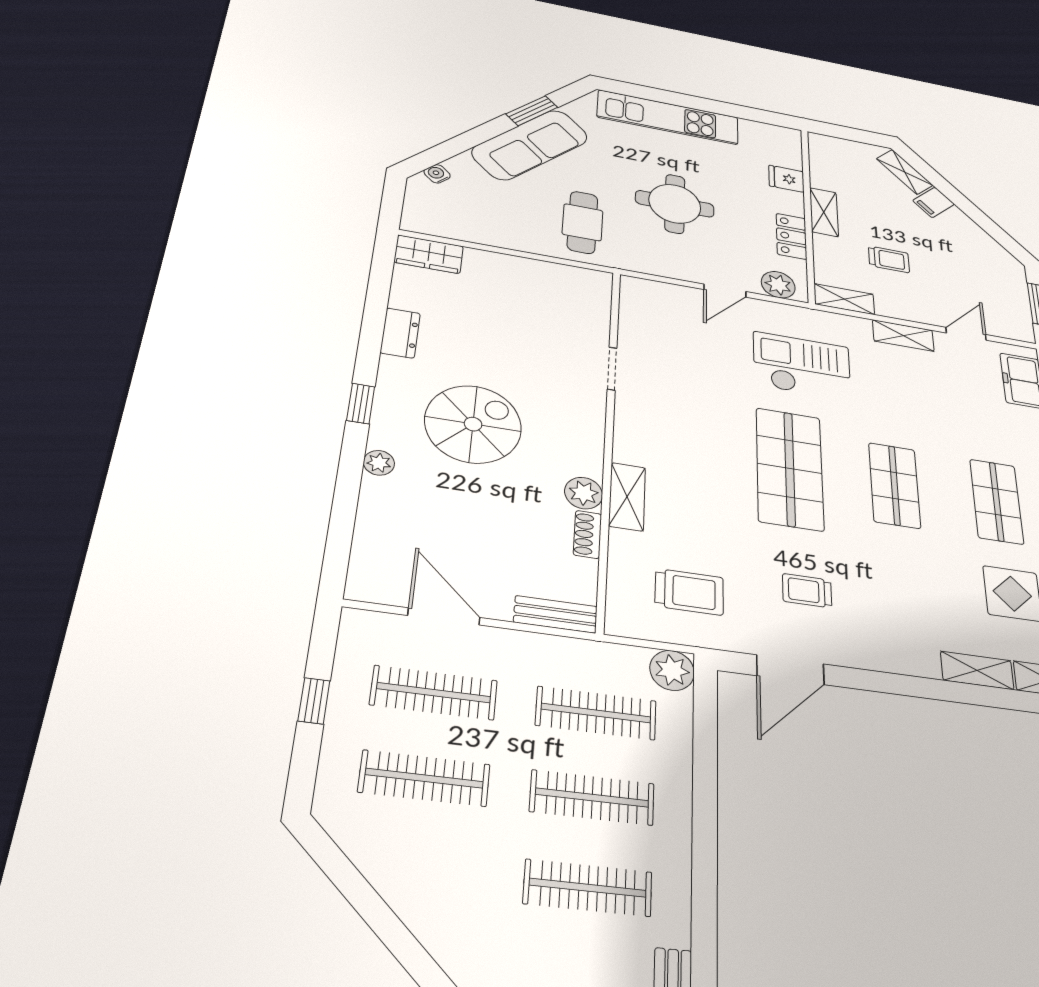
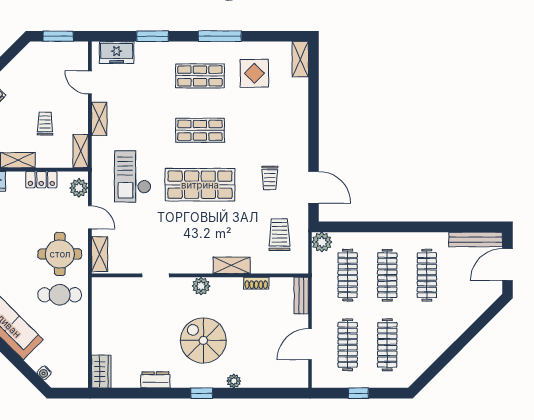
round table: (675, 204) -> (60, 254), moved
plant: (584, 493) -> (201, 286), moved
shelving: (977, 670) -> (100, 254), moved

